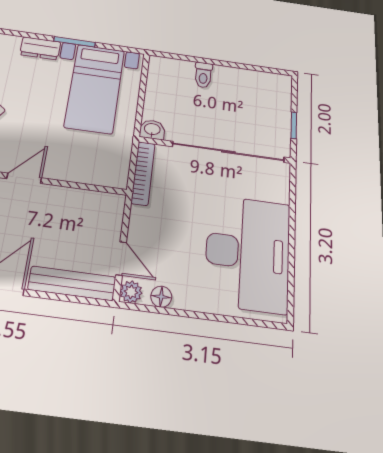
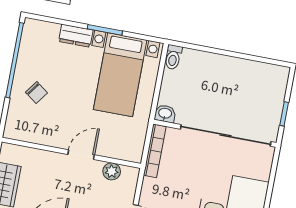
toilet: (203, 75) -> (173, 57), moved
door: (24, 178) -> (81, 155), moved
plant: (89, 201) -> (112, 171), added

